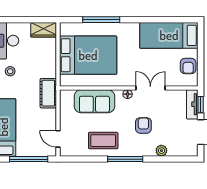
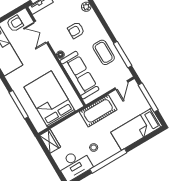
double door: (150, 88) -> (41, 32), moved
cot: (48, 93) -> (98, 111), width x1.37, depth x1.34
sofa: (94, 101) -> (79, 75), width x1.36
window: (125, 159) -> (123, 54), moved

